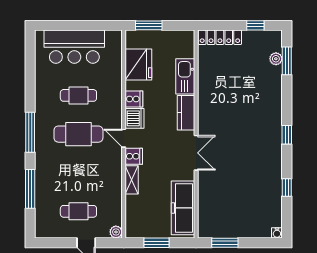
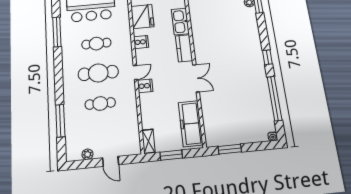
dishwasher: (135, 118) -> (143, 57), removed
window: (30, 132) -> (57, 32), moved
door: (124, 138) -> (136, 73), swing flipped
shelving: (132, 180) -> (148, 141), moved
window: (287, 188) -> (275, 98), width x3.17
cafe table: (78, 211) -> (100, 103), moved
plant: (116, 232) -> (87, 154), moved

